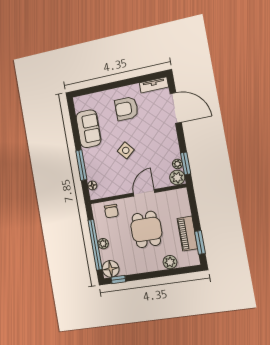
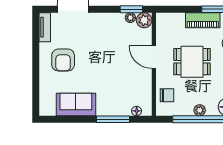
side table: (126, 150) -> (106, 69), removed

